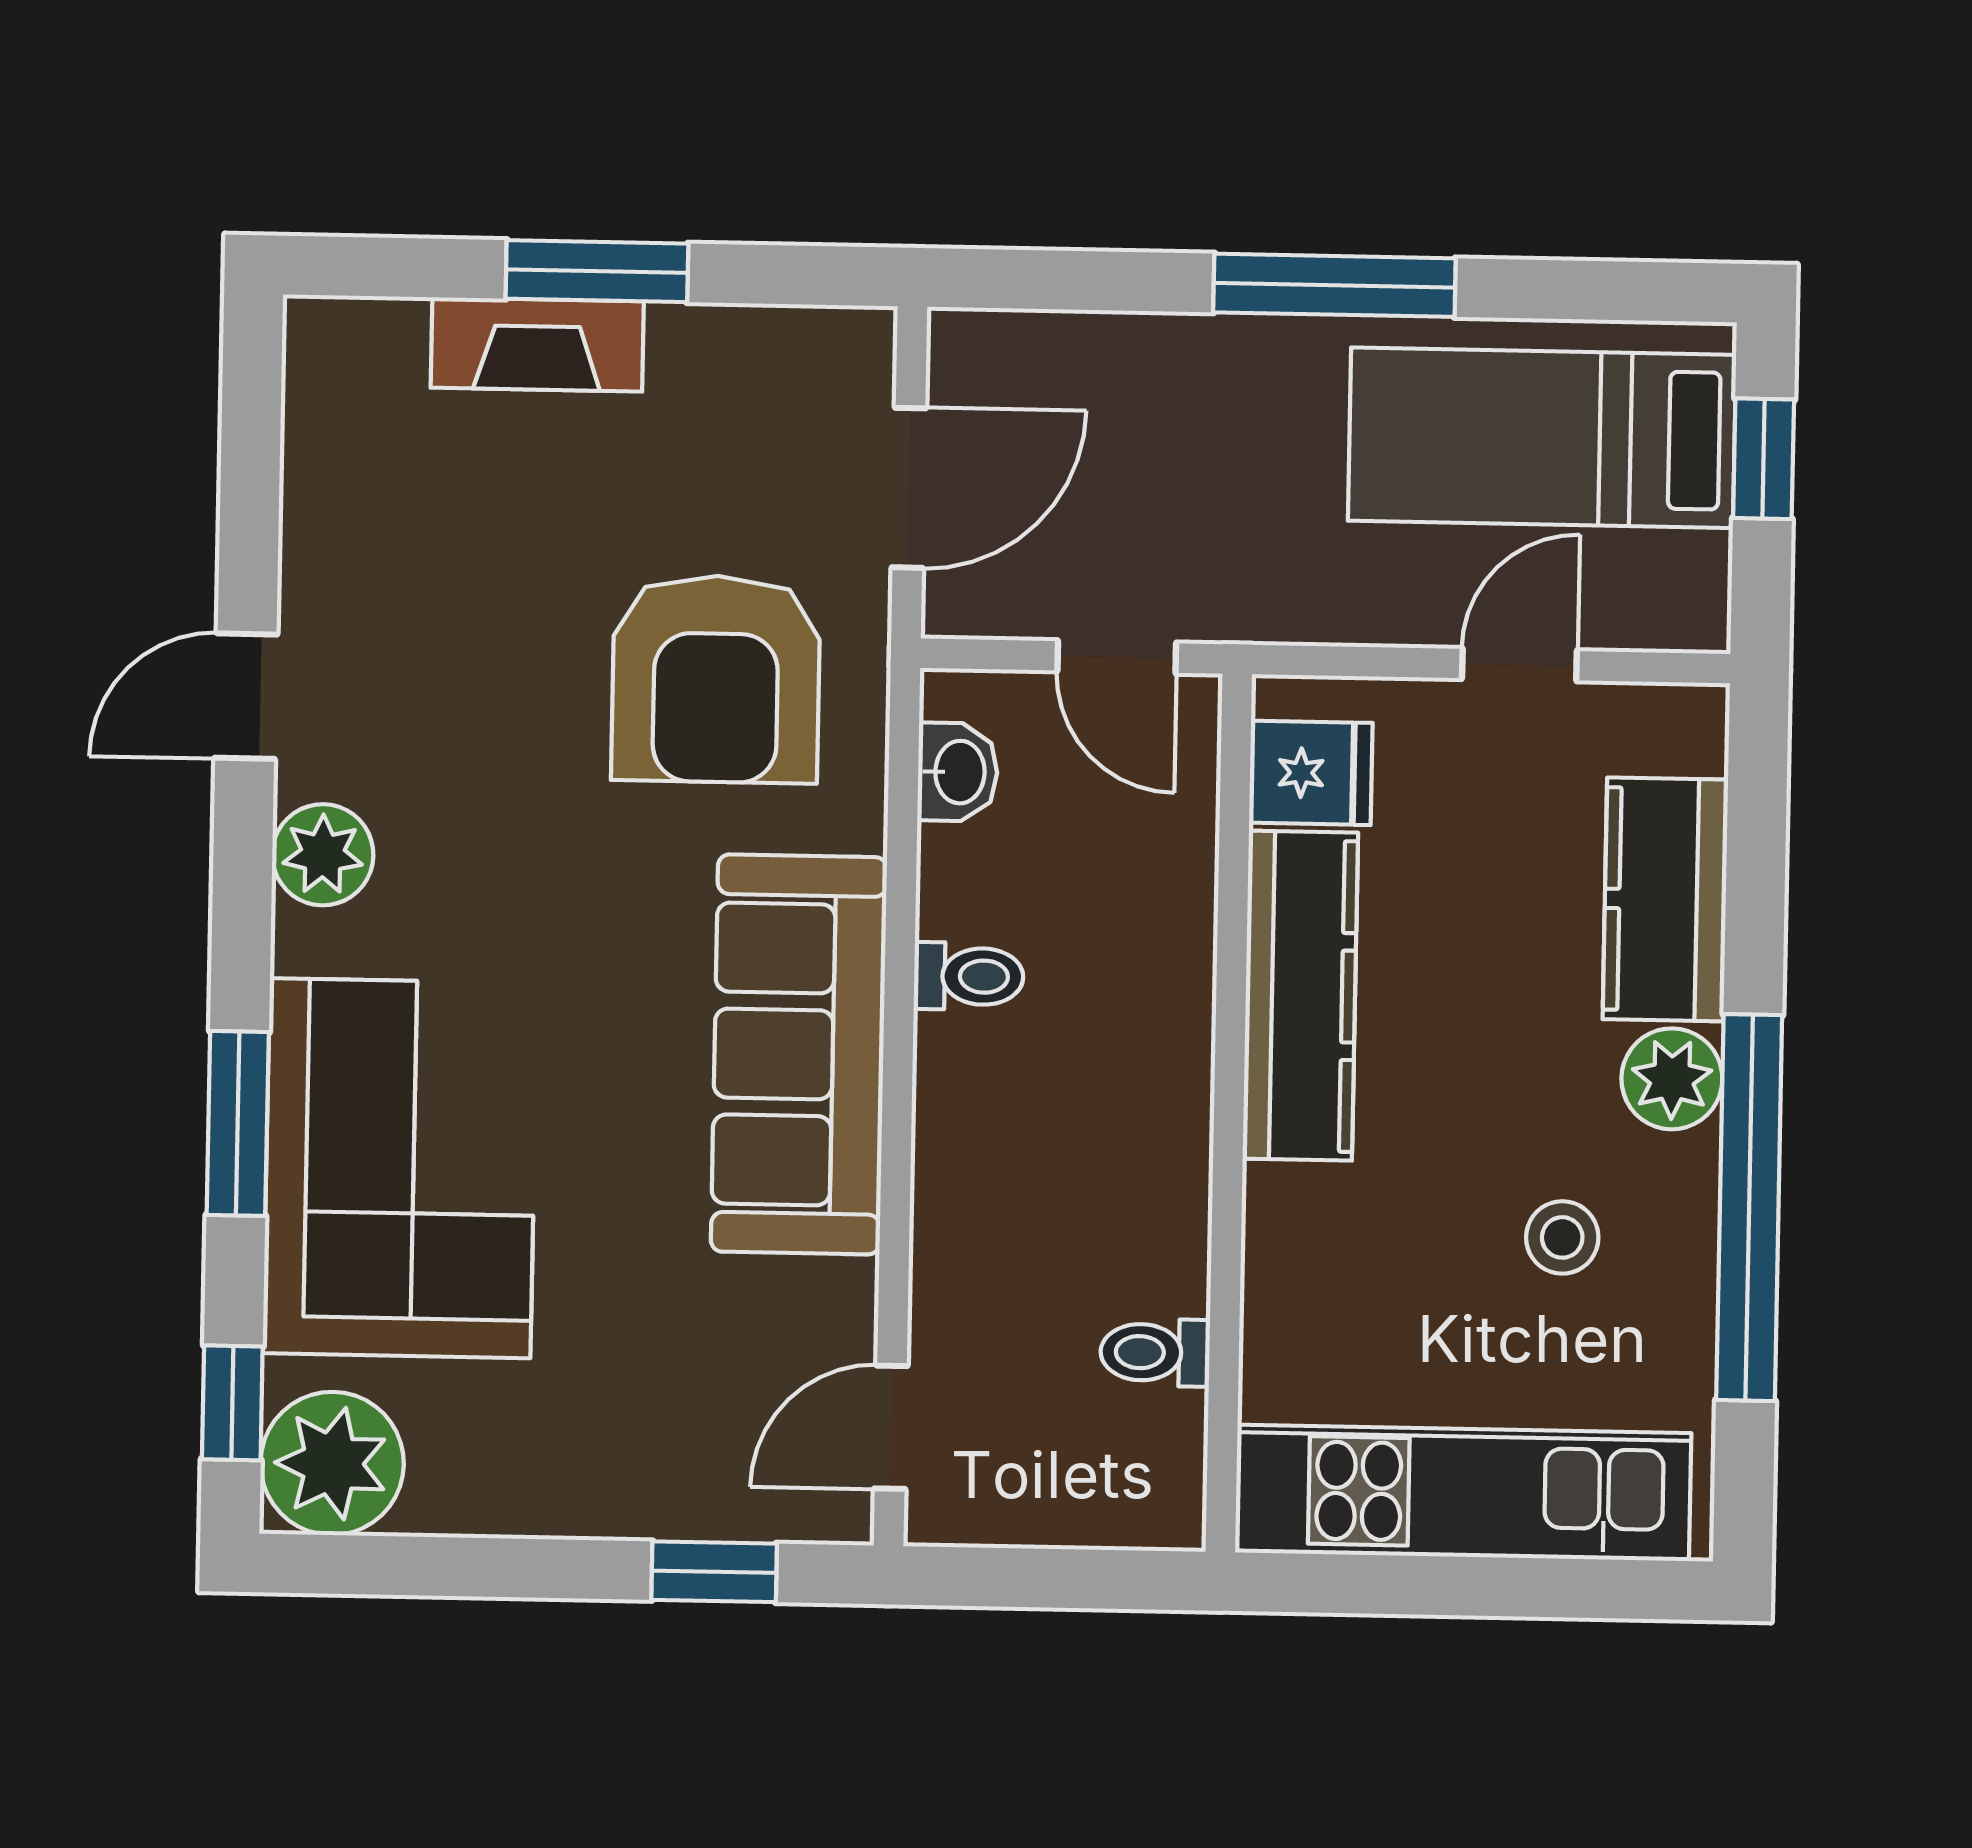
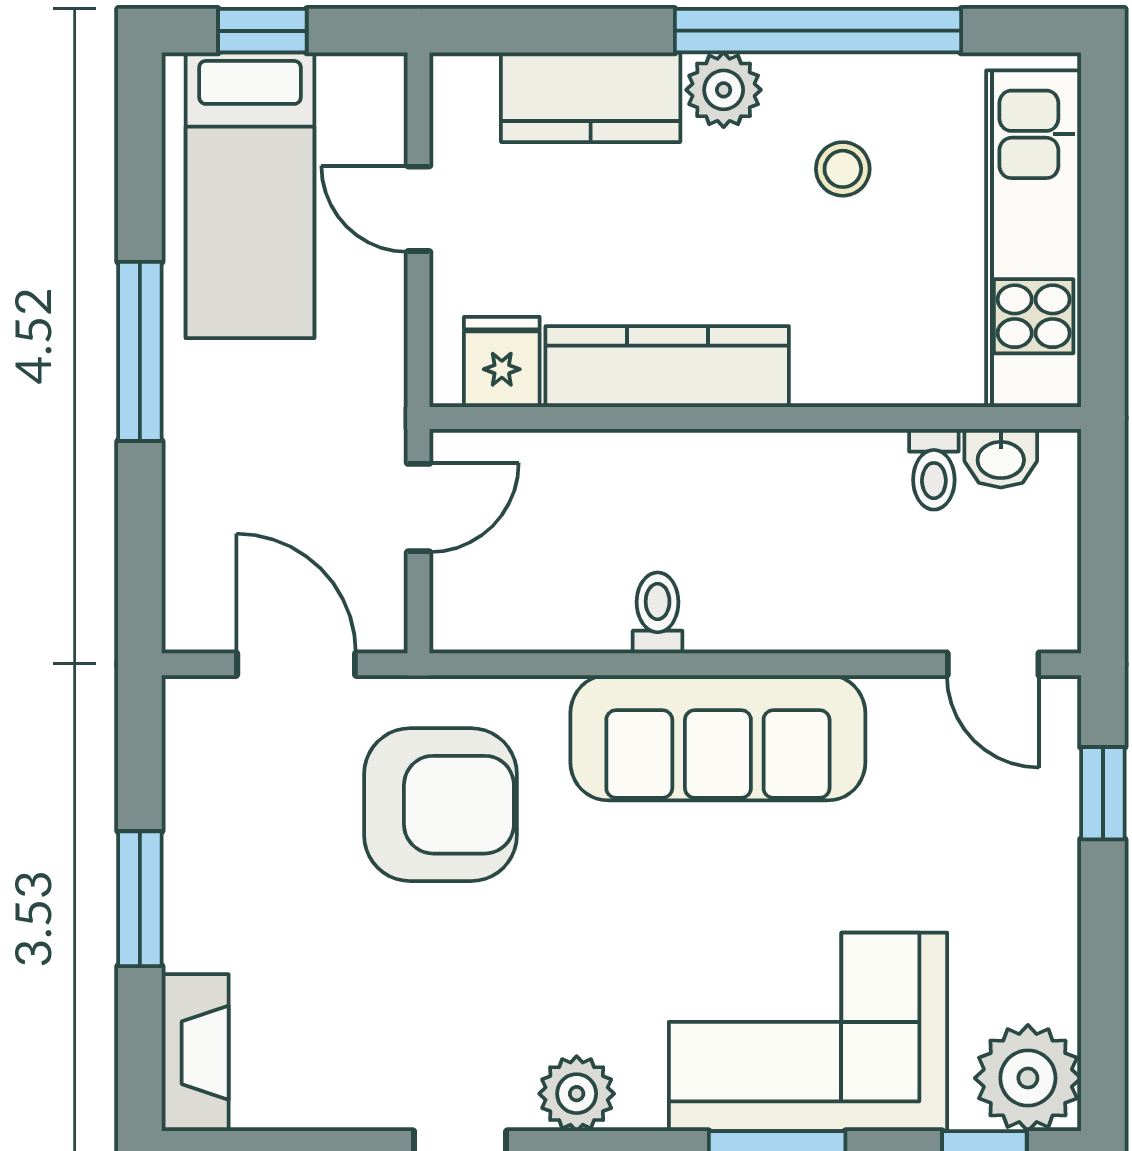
fireplace: (537, 345) -> (195, 1053), moved
washbasin: (958, 772) -> (1001, 458), moved, turned 180

